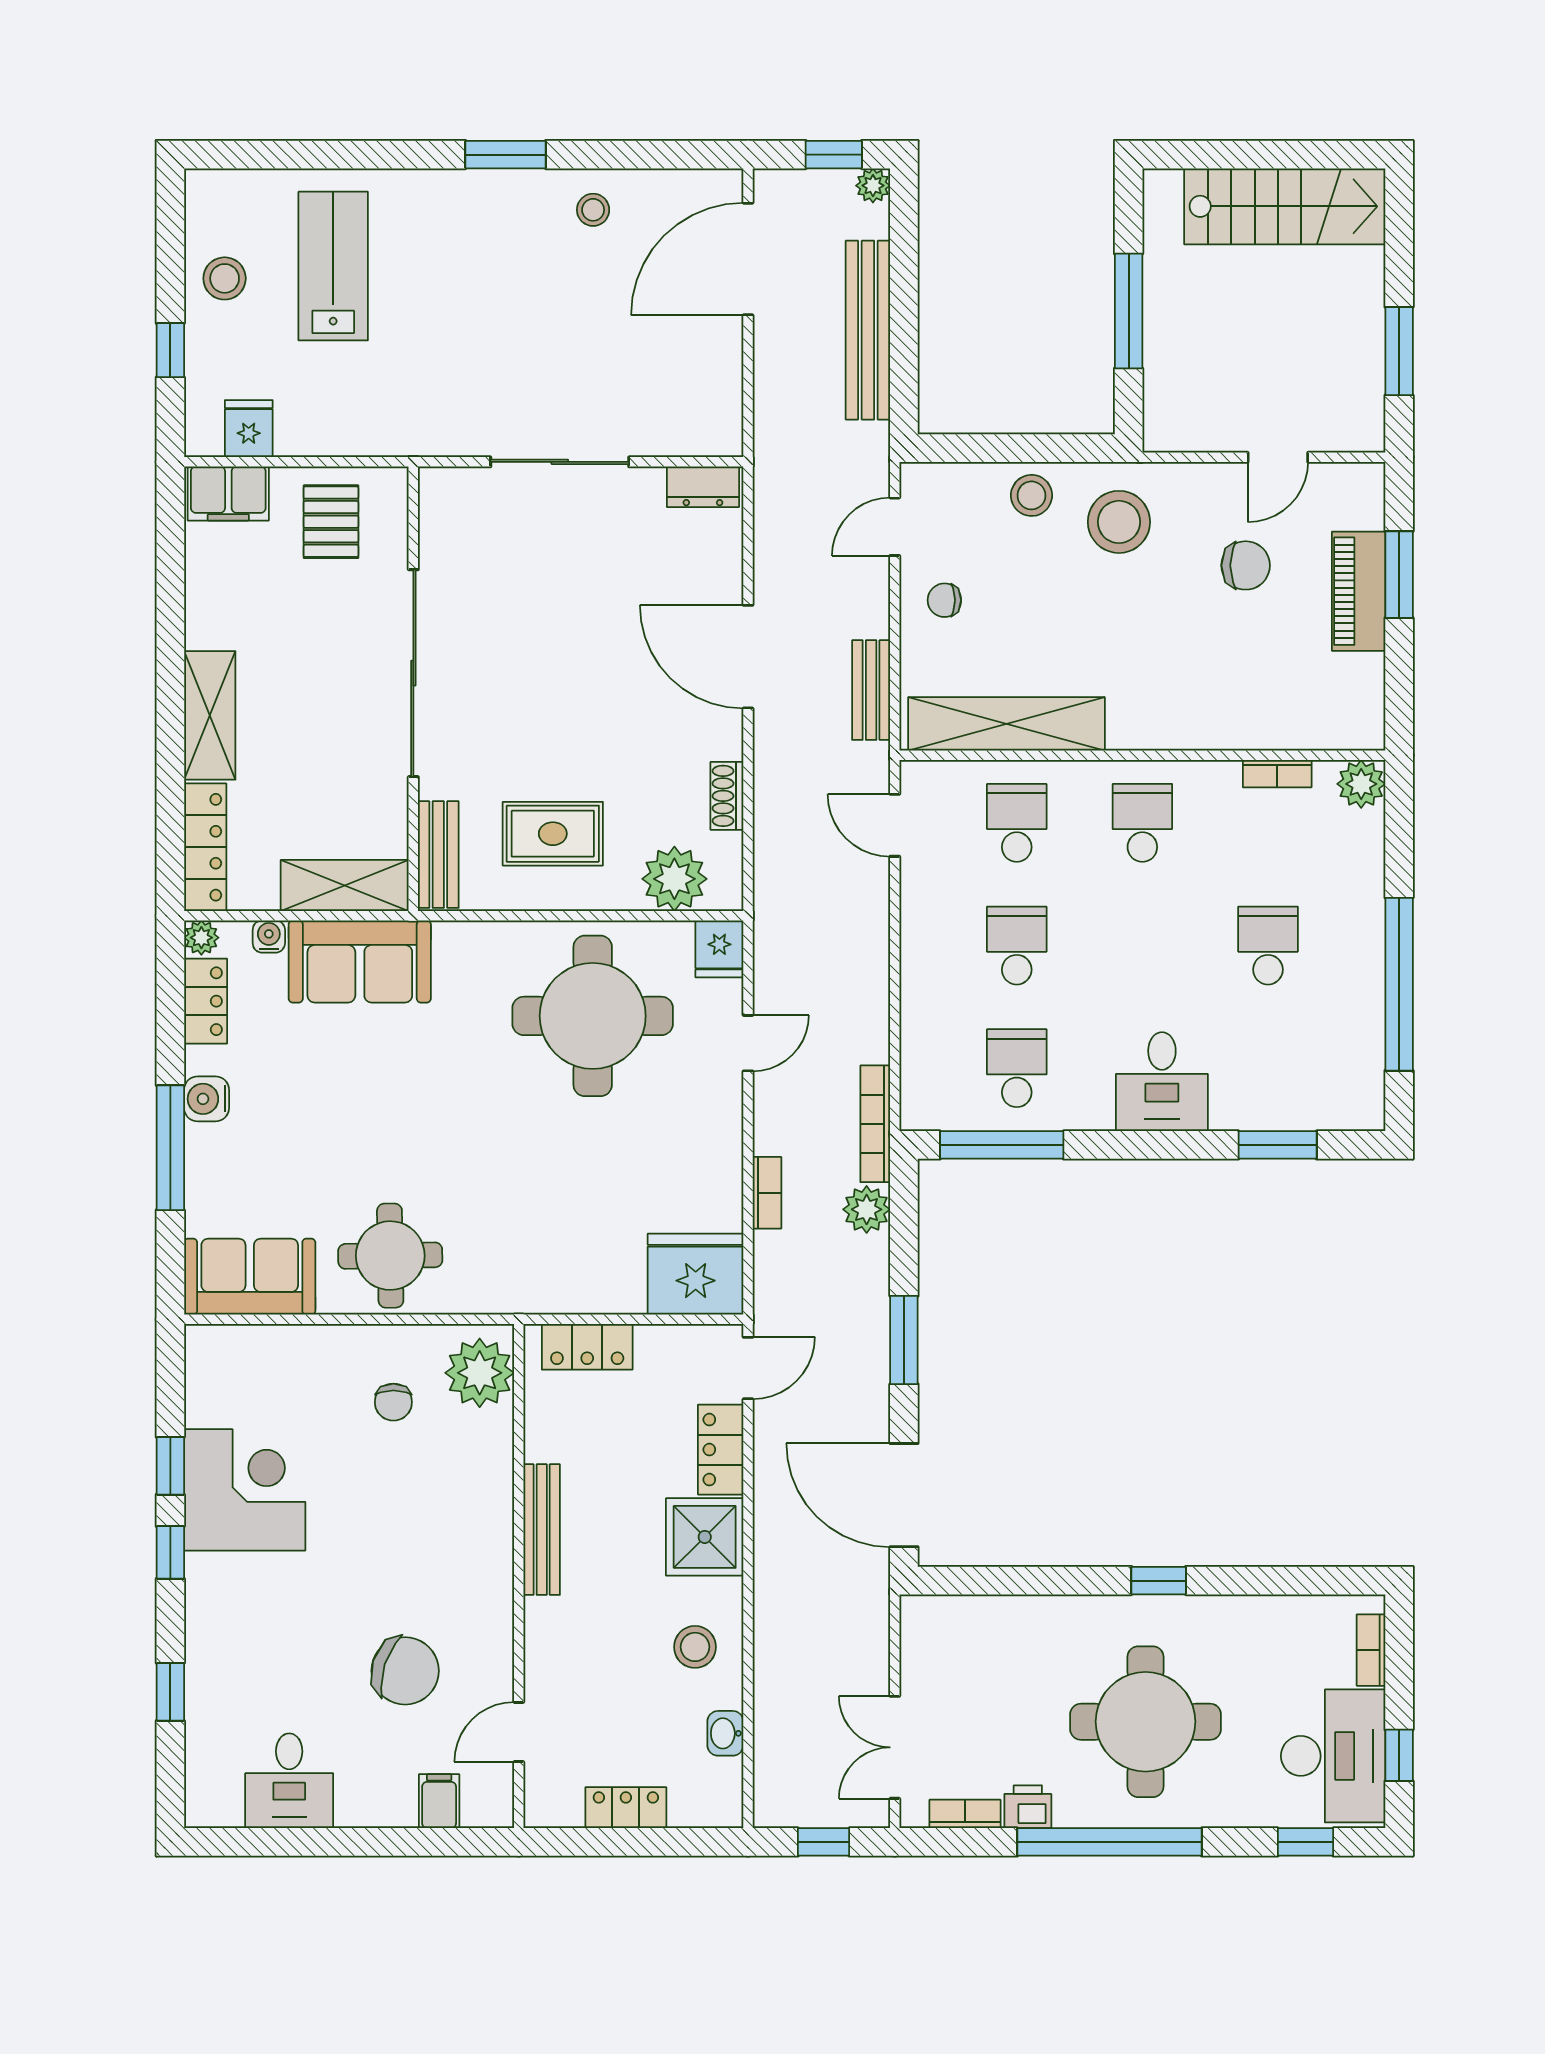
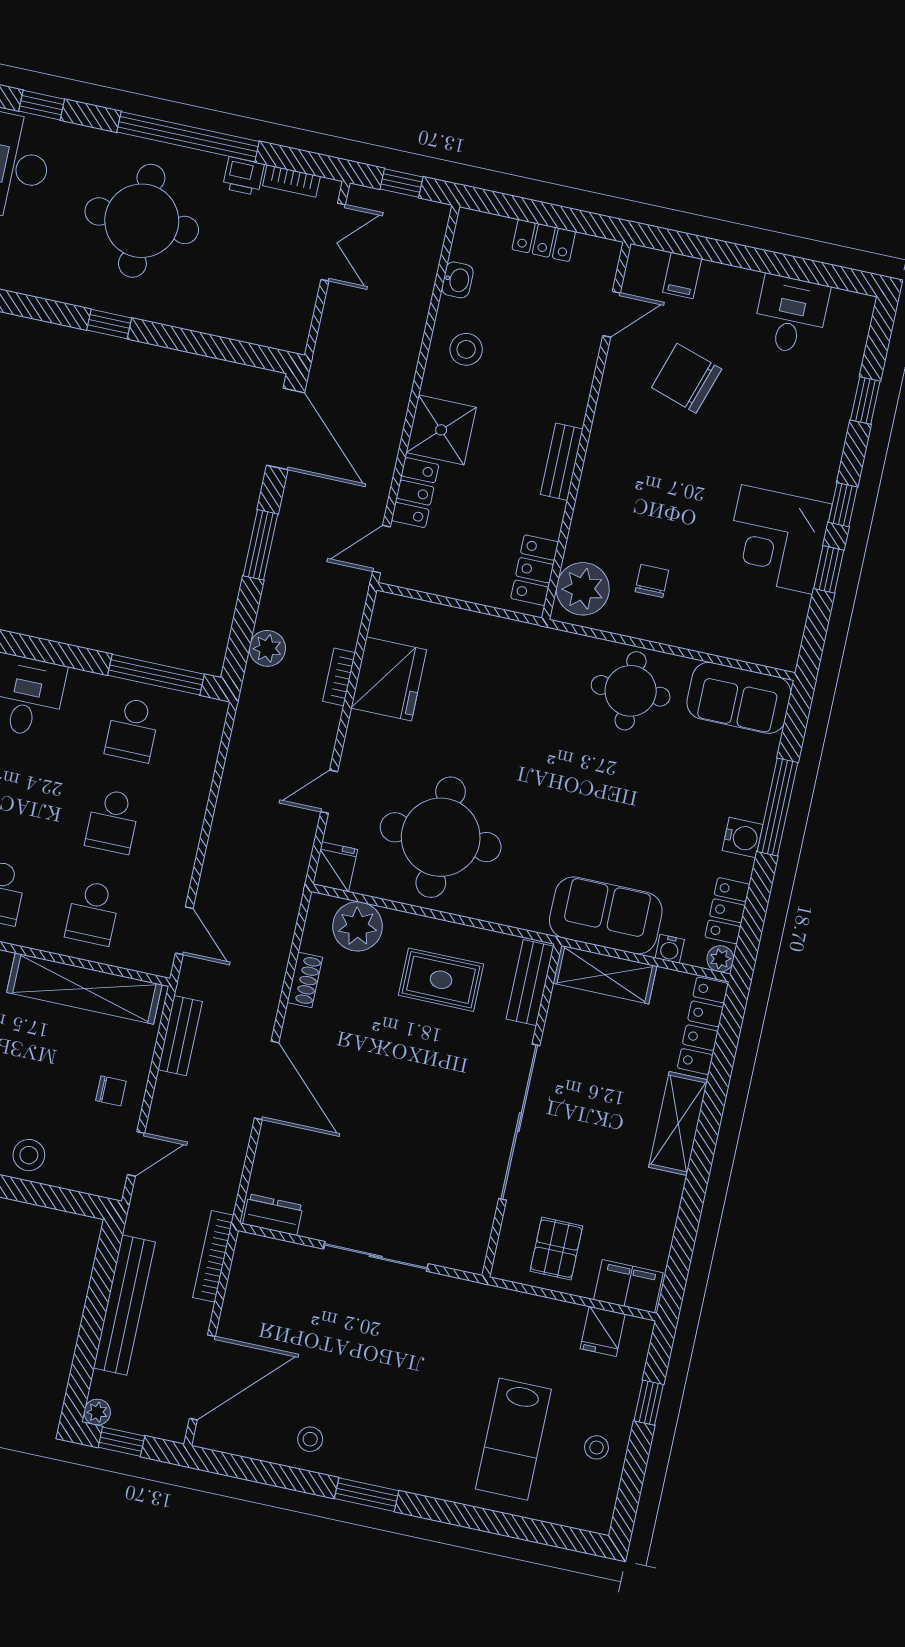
stool: (225, 278) -> (596, 1447), width x0.73, depth x0.73
bookcase: (875, 1124) -> (213, 1256), moved, turned 180
fridge: (696, 1274) -> (389, 679), moved, turned -90
locker: (587, 1347) -> (535, 570), moved, turned -90
bench: (542, 1530) -> (562, 462), width x0.73

